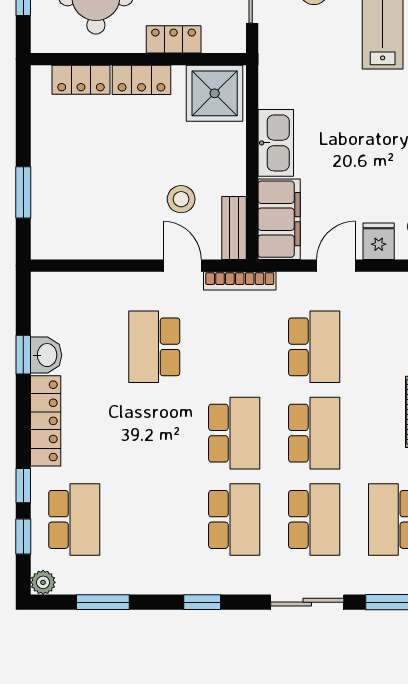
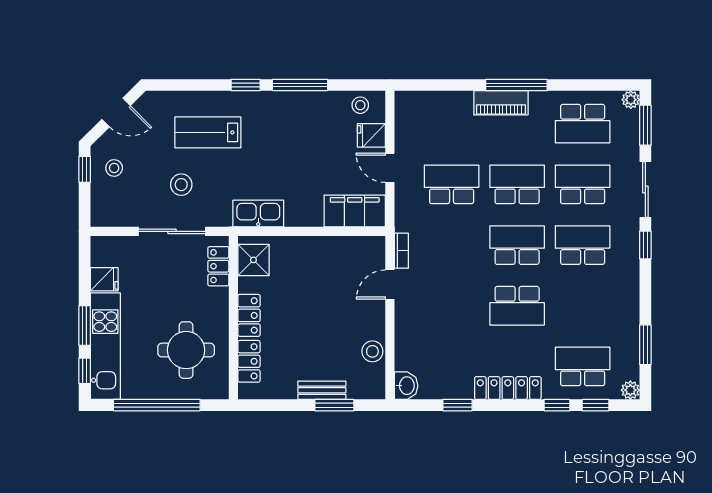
locker: (174, 39) -> (218, 266), moved
shower: (215, 93) -> (253, 260), width x0.73, depth x0.73
kitchen sink: (276, 143) -> (258, 214), moved
stool: (181, 199) -> (372, 351), moved
bench: (234, 228) -> (322, 390), moved
bookcase: (240, 281) -> (401, 251), width x0.64
school desk: (154, 347) -> (517, 306), moved
washbasin: (46, 355) -> (406, 386), moved, turned 90
window: (202, 602) -> (645, 245), moved

